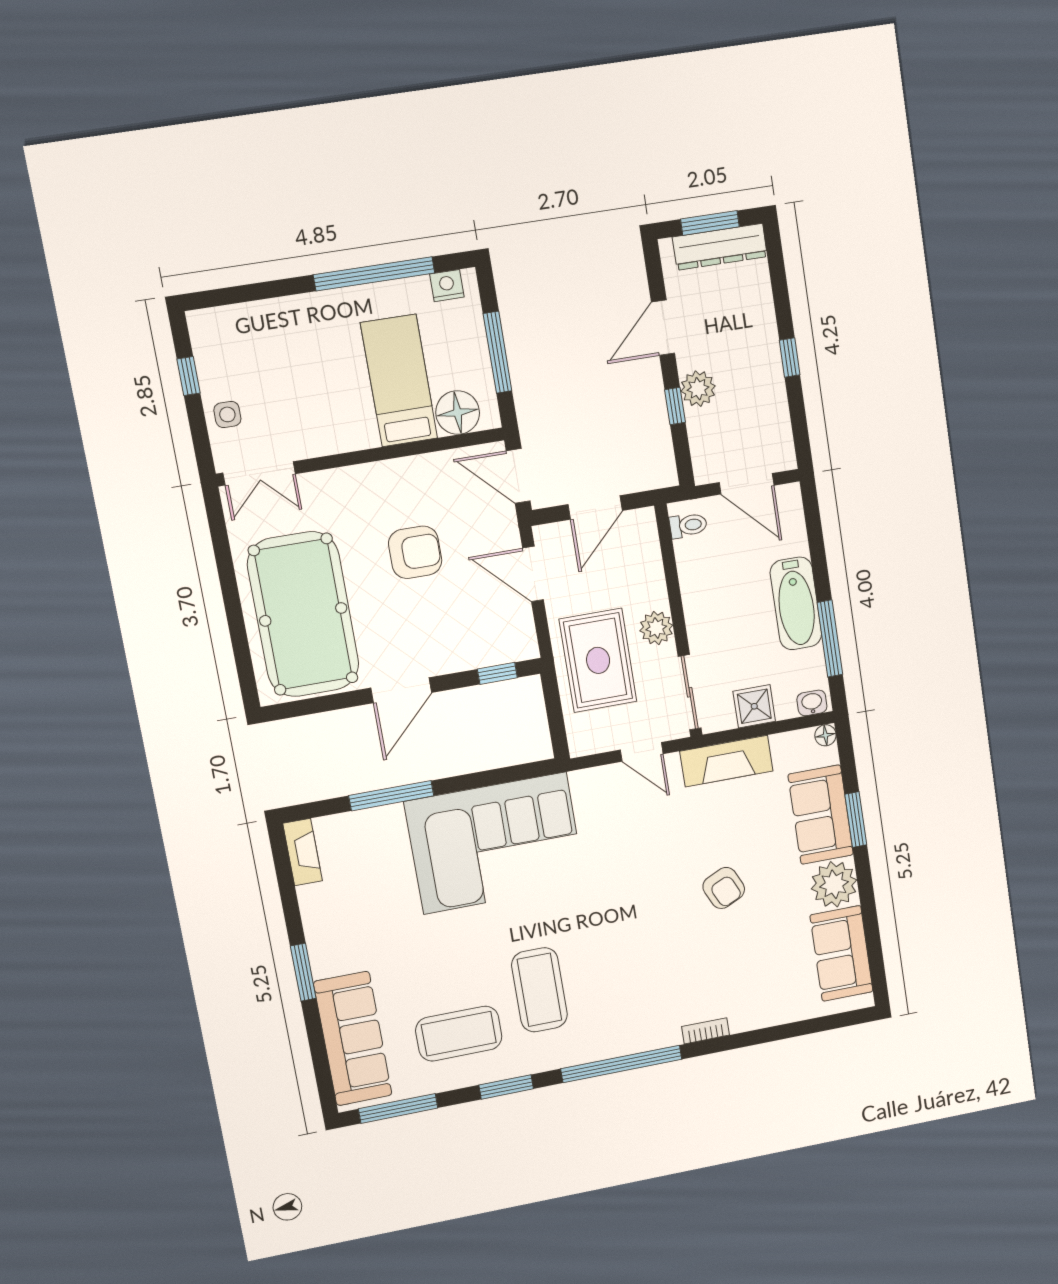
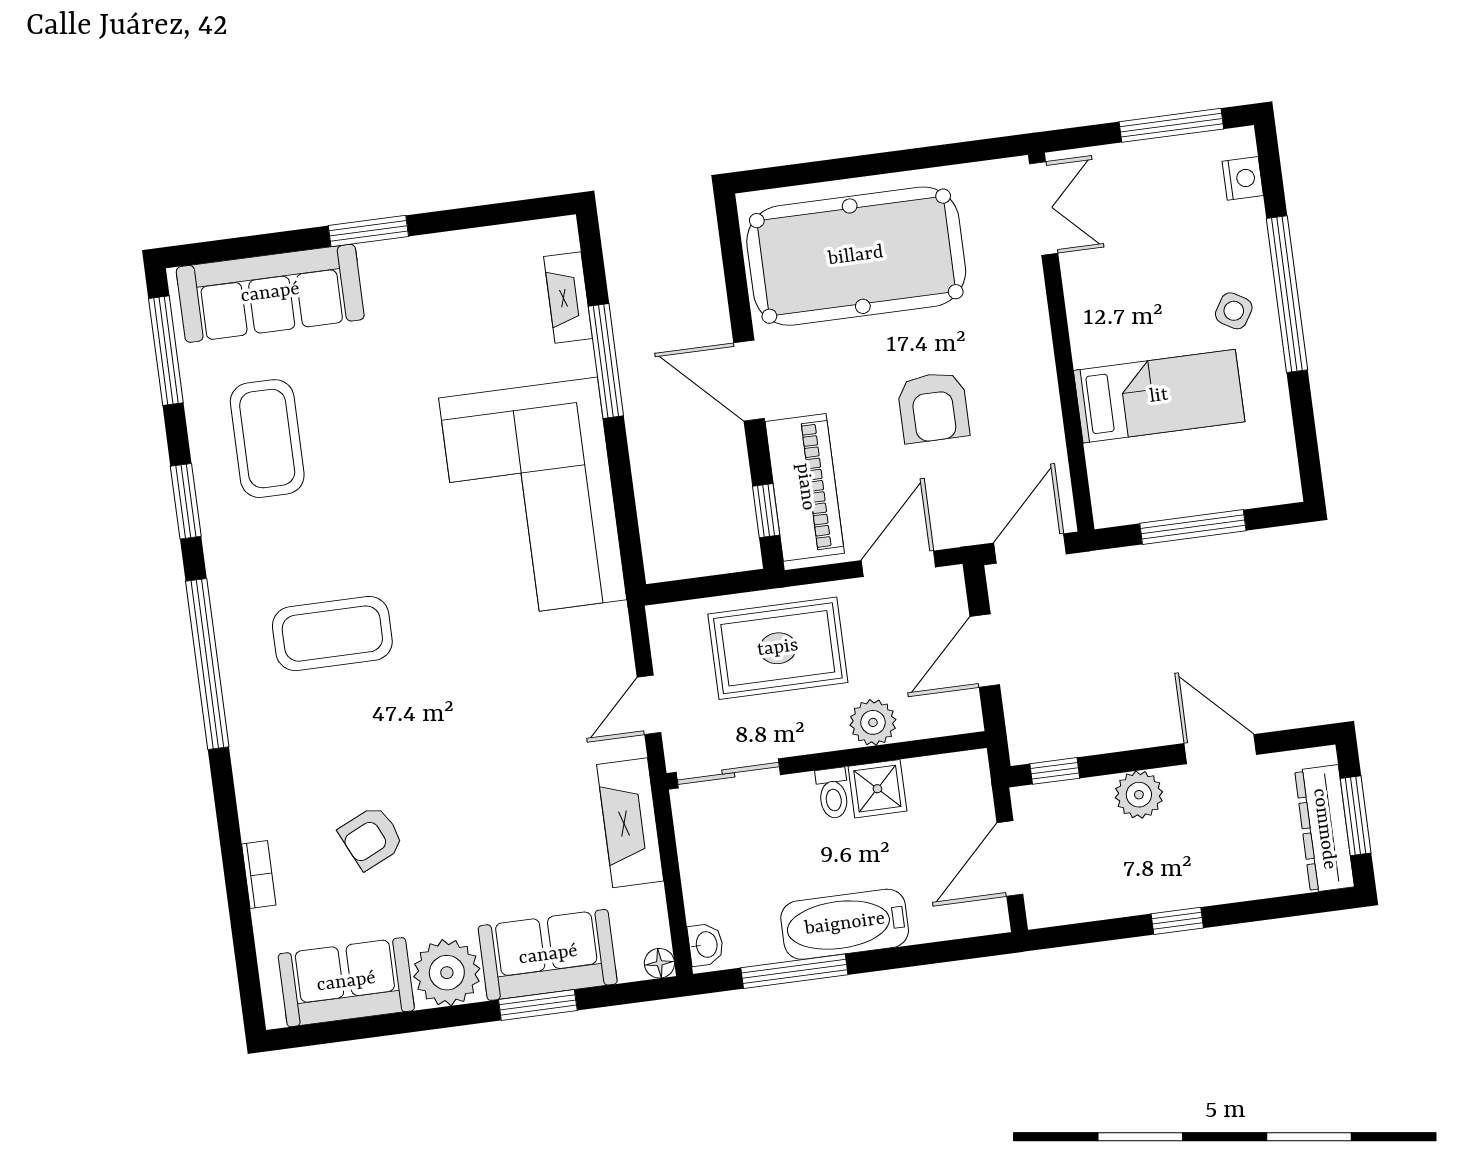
window: (374, 274) -> (1287, 294), moved
nightstand: (447, 286) -> (1243, 178), moved
window: (189, 376) -> (1171, 125), width x2.17
window: (675, 406) -> (1055, 771), moved
floor lamp: (458, 413) -> (1116, 471), removed
side table: (227, 414) -> (1234, 311), moved, turned 31
double door: (259, 473) -> (1044, 209), swing flipped
door: (595, 507) -> (985, 651), hinge flipped
toilet: (688, 525) -> (833, 793), moved
plant: (656, 628) -> (873, 722), moved
piano: (479, 646) -> (805, 487), added
shower: (754, 706) -> (877, 789), moved
fireplace: (303, 852) -> (568, 297), moved, turned 90
armchair: (724, 888) -> (371, 838), moved
coffee table: (539, 990) -> (332, 634), moved
bookcase: (706, 1031) -> (259, 875), moved

